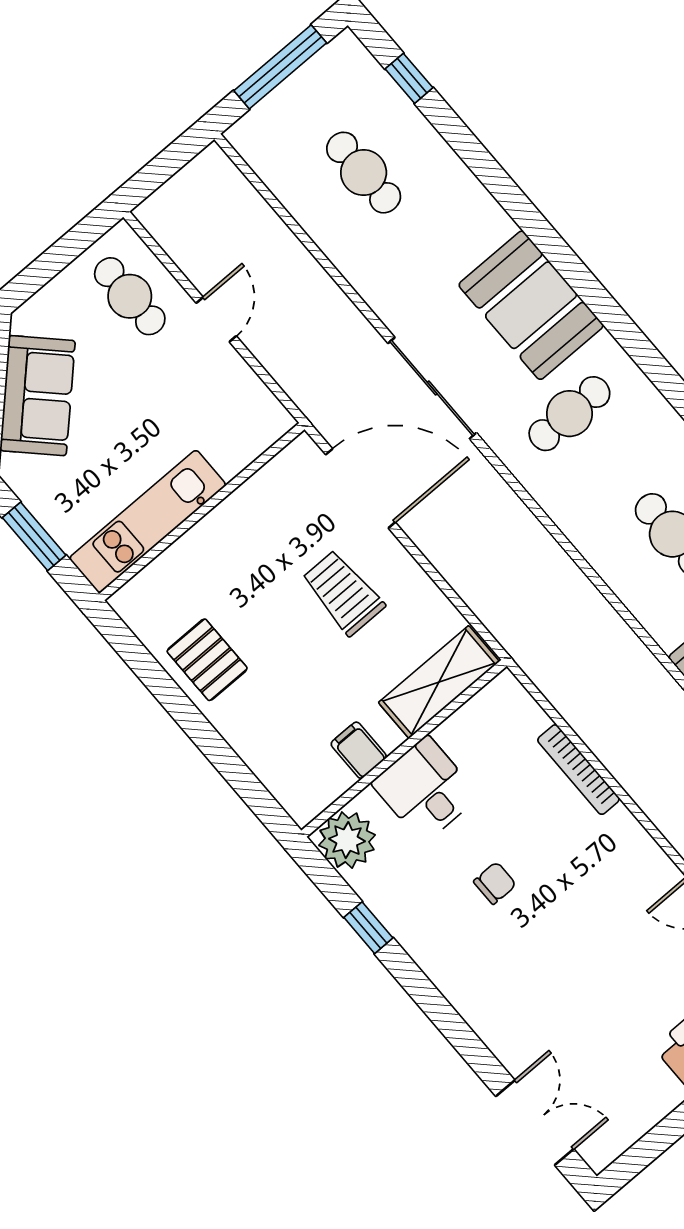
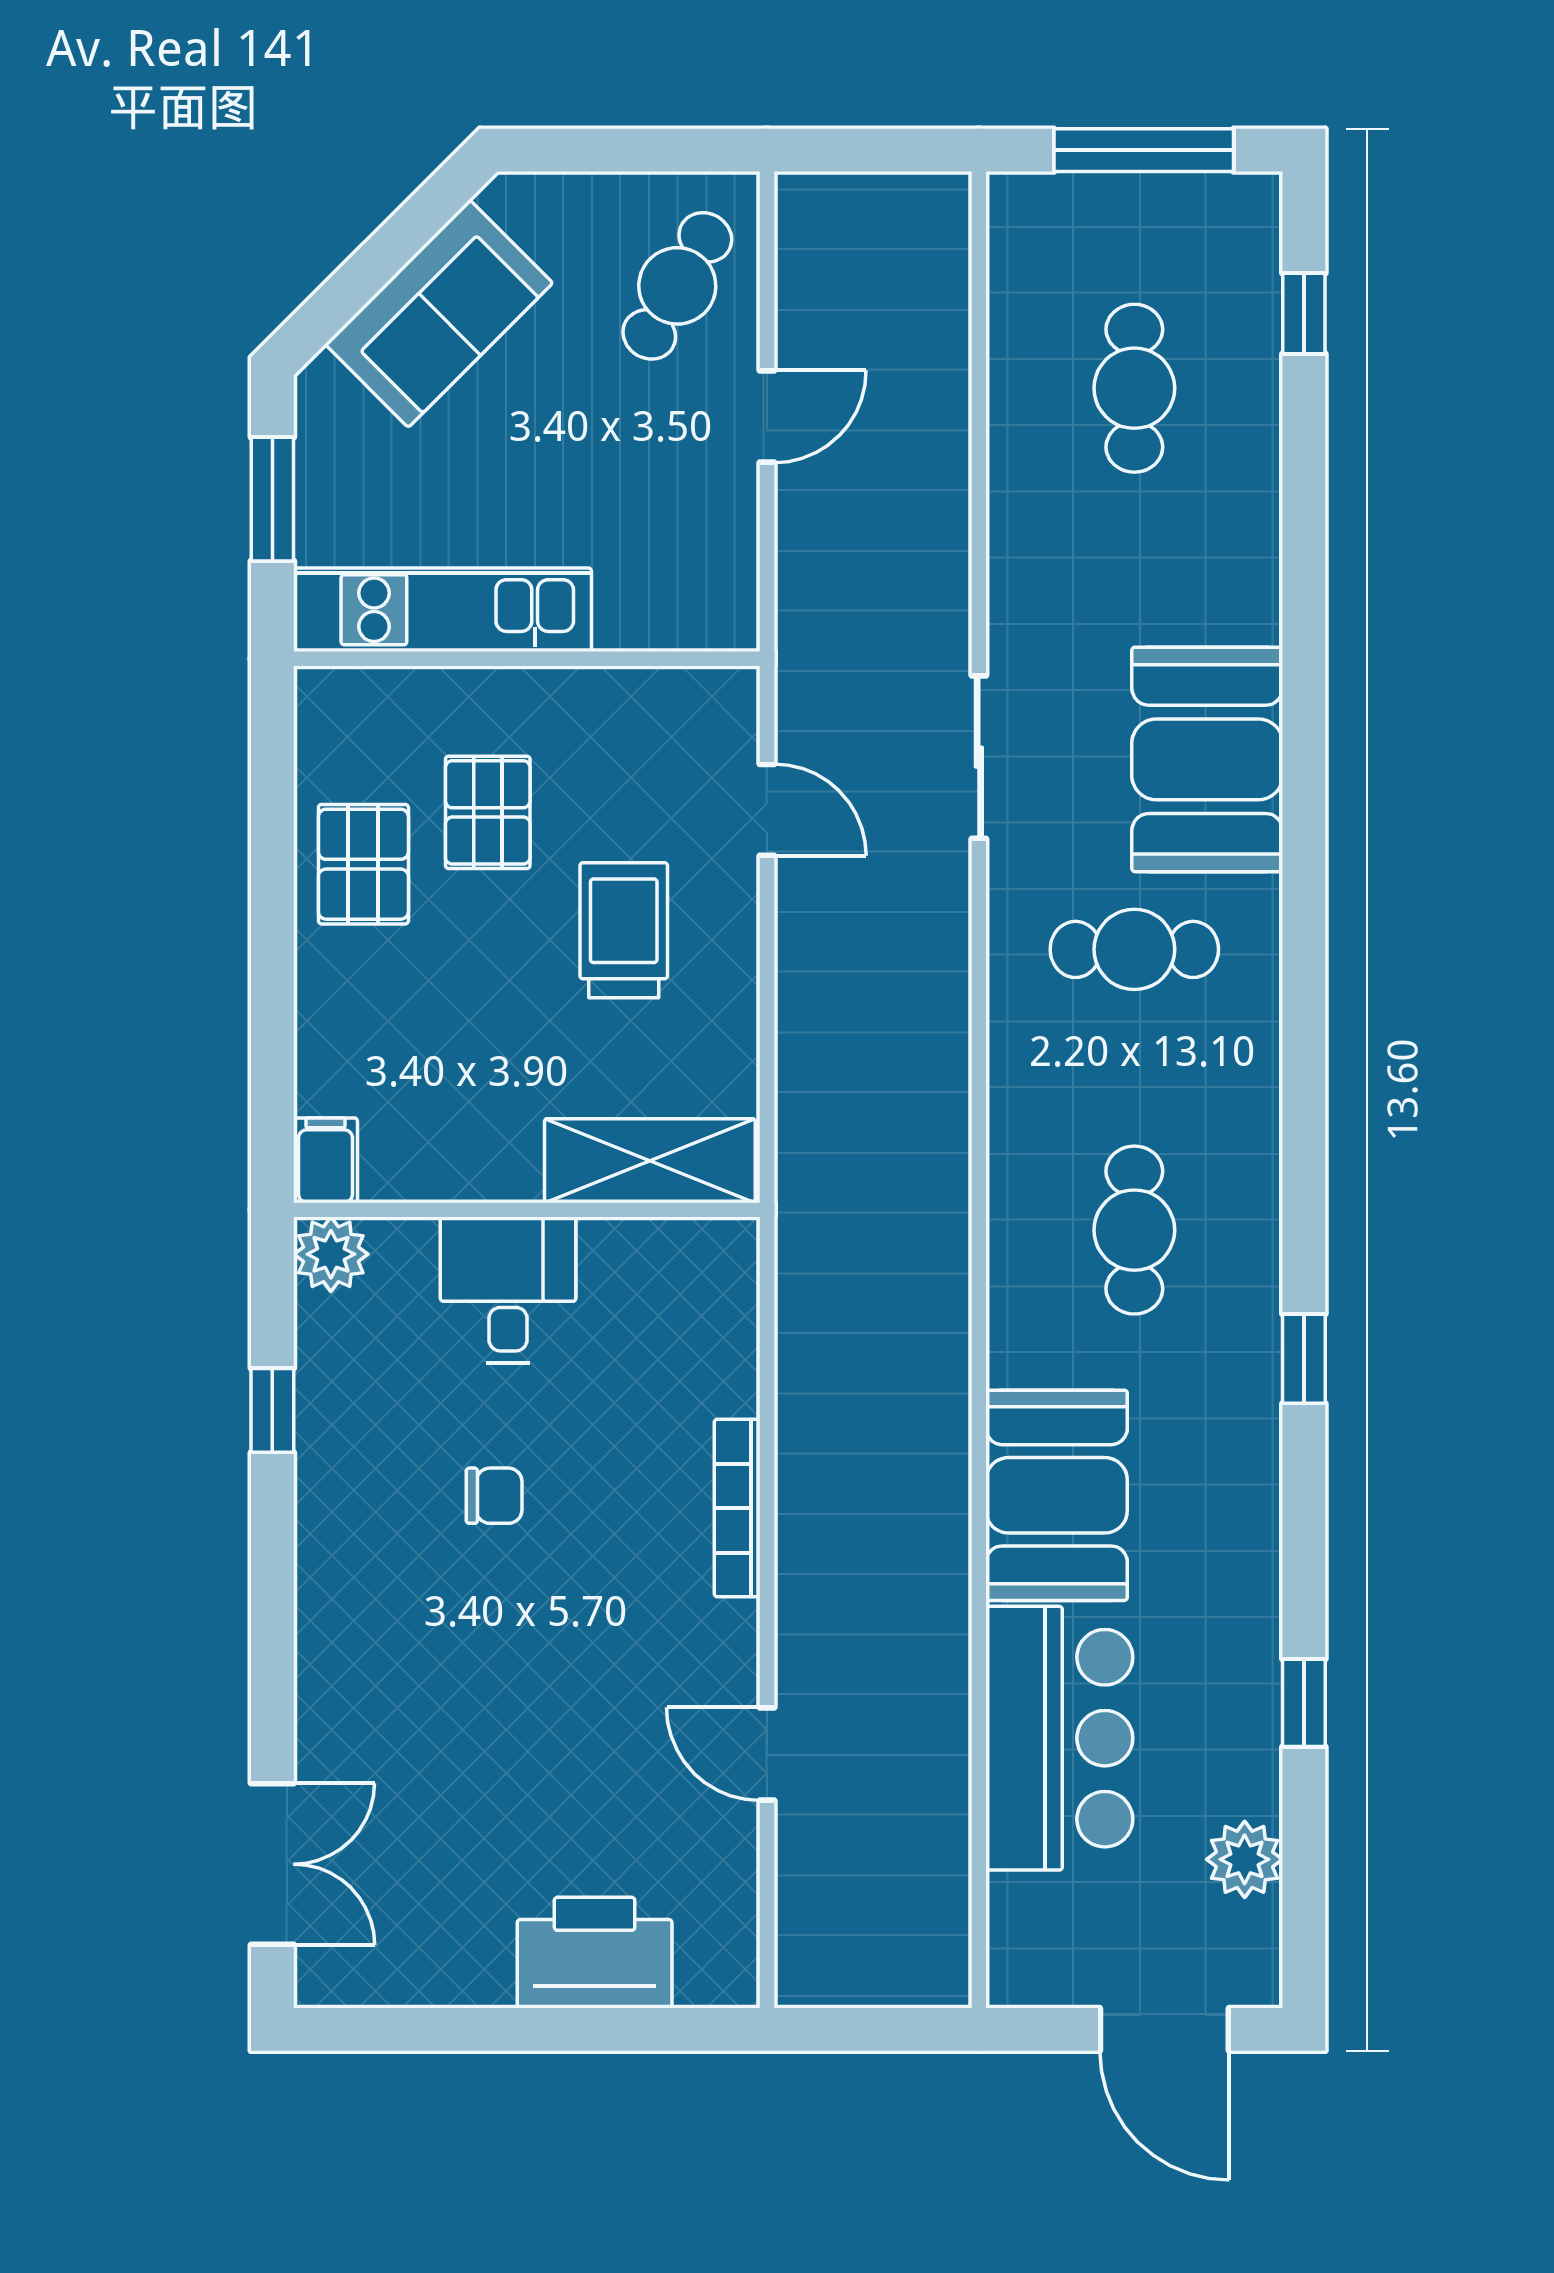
cafe table: (130, 296) -> (677, 286), turned 30
sliding door: (432, 388) -> (979, 757), width x0.73
door: (361, 488) -> (767, 810), width x0.53
pallet: (241, 592) -> (488, 812), added
filing cabinet: (359, 750) -> (325, 1160), moved
bookcase: (578, 770) -> (737, 1508), moved
plant: (347, 840) -> (331, 1254), width x0.73, depth x0.73

